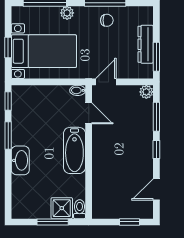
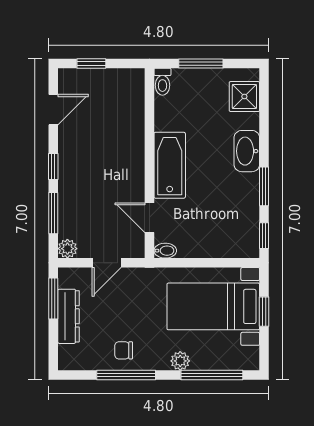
door: (106, 82) -> (107, 263), moved
shower: (62, 208) -> (244, 97), moved

